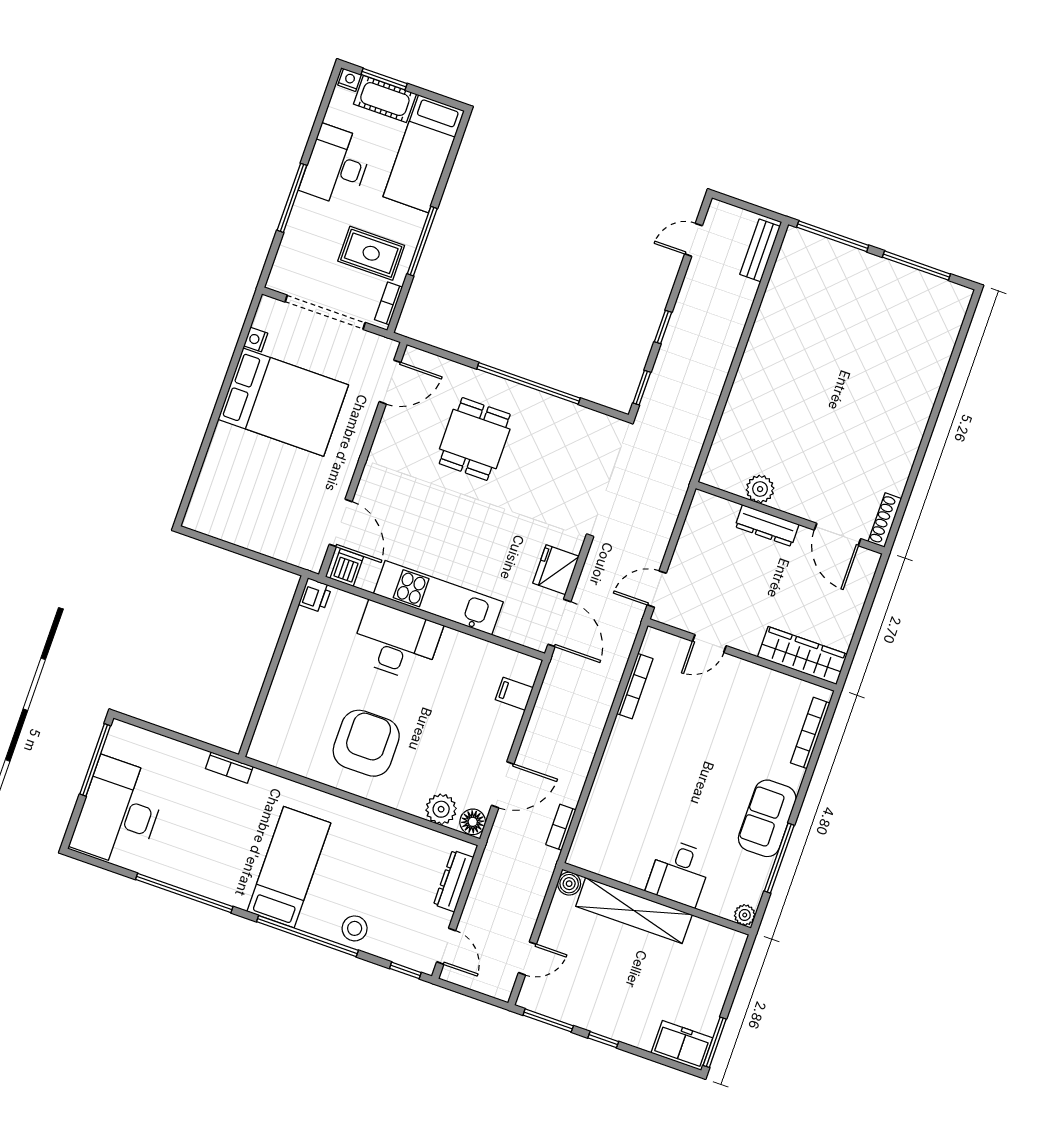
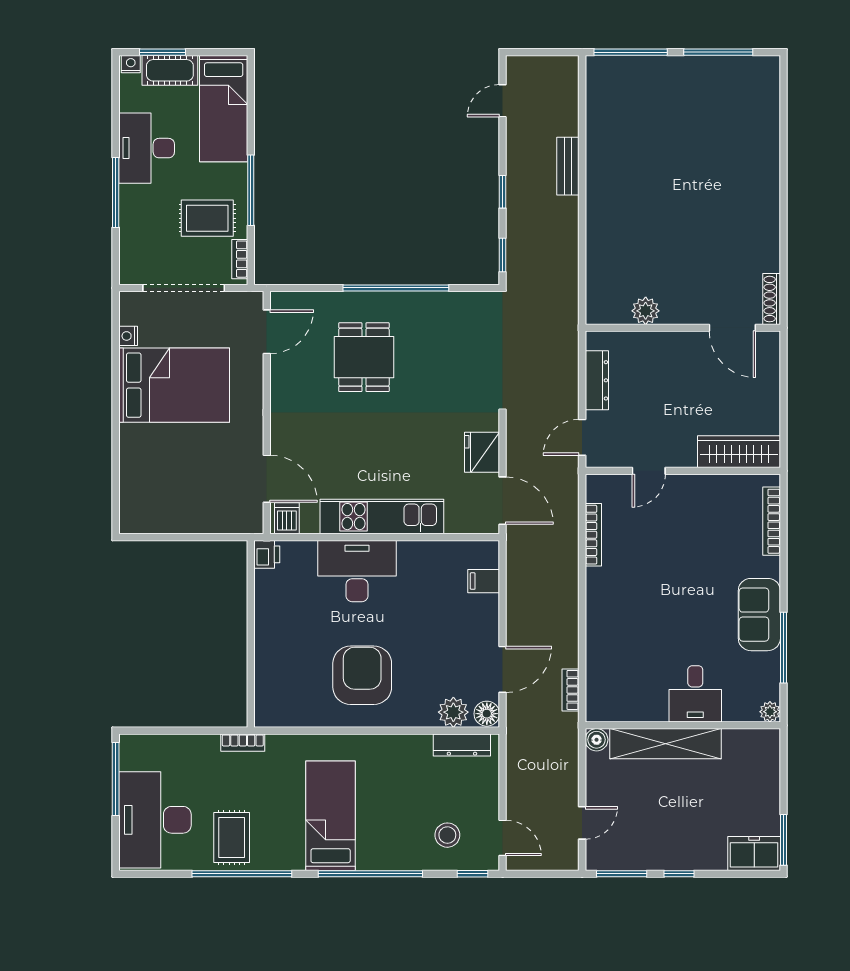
bench: (760, 250) -> (568, 166), moved
dresser: (767, 526) -> (597, 380), moved, turned -90
rug: (187, 855) -> (232, 838), added
dresser: (454, 881) -> (462, 745), moved, turned -90
stool: (355, 928) -> (447, 835), moved

